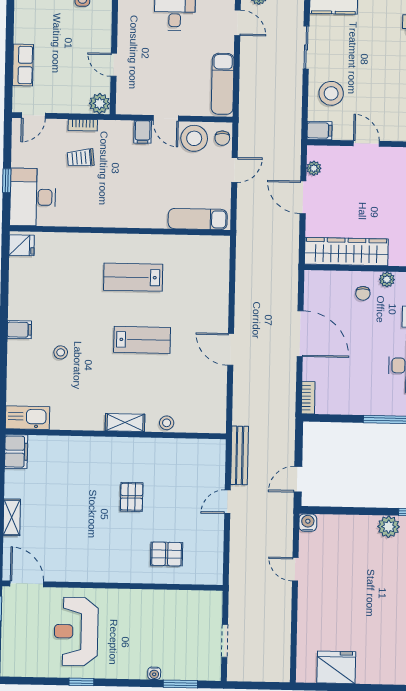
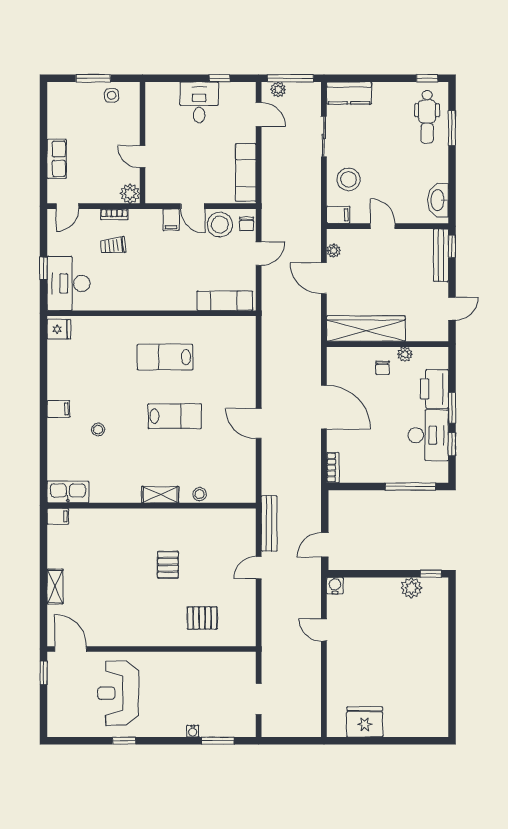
filing cabinet: (16, 452) -> (58, 516), width x0.50

